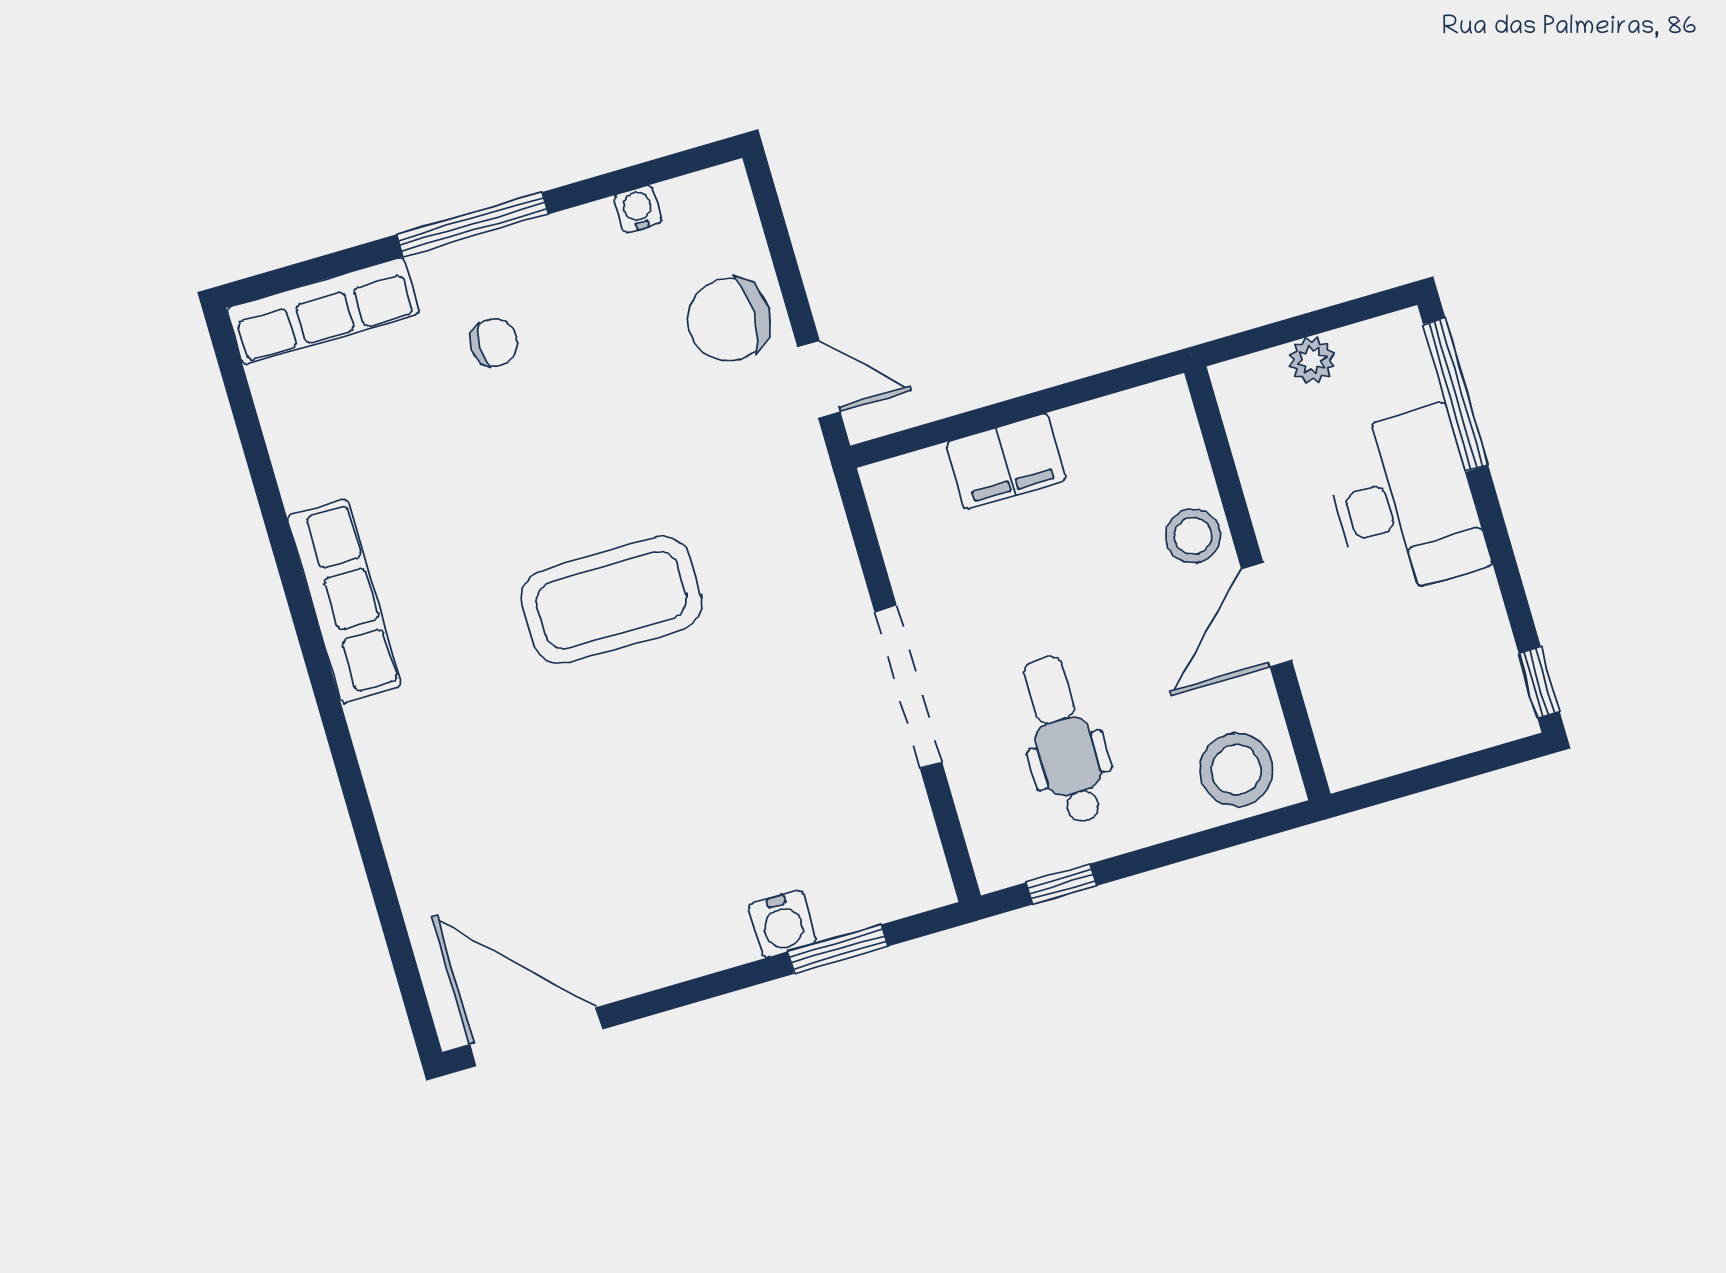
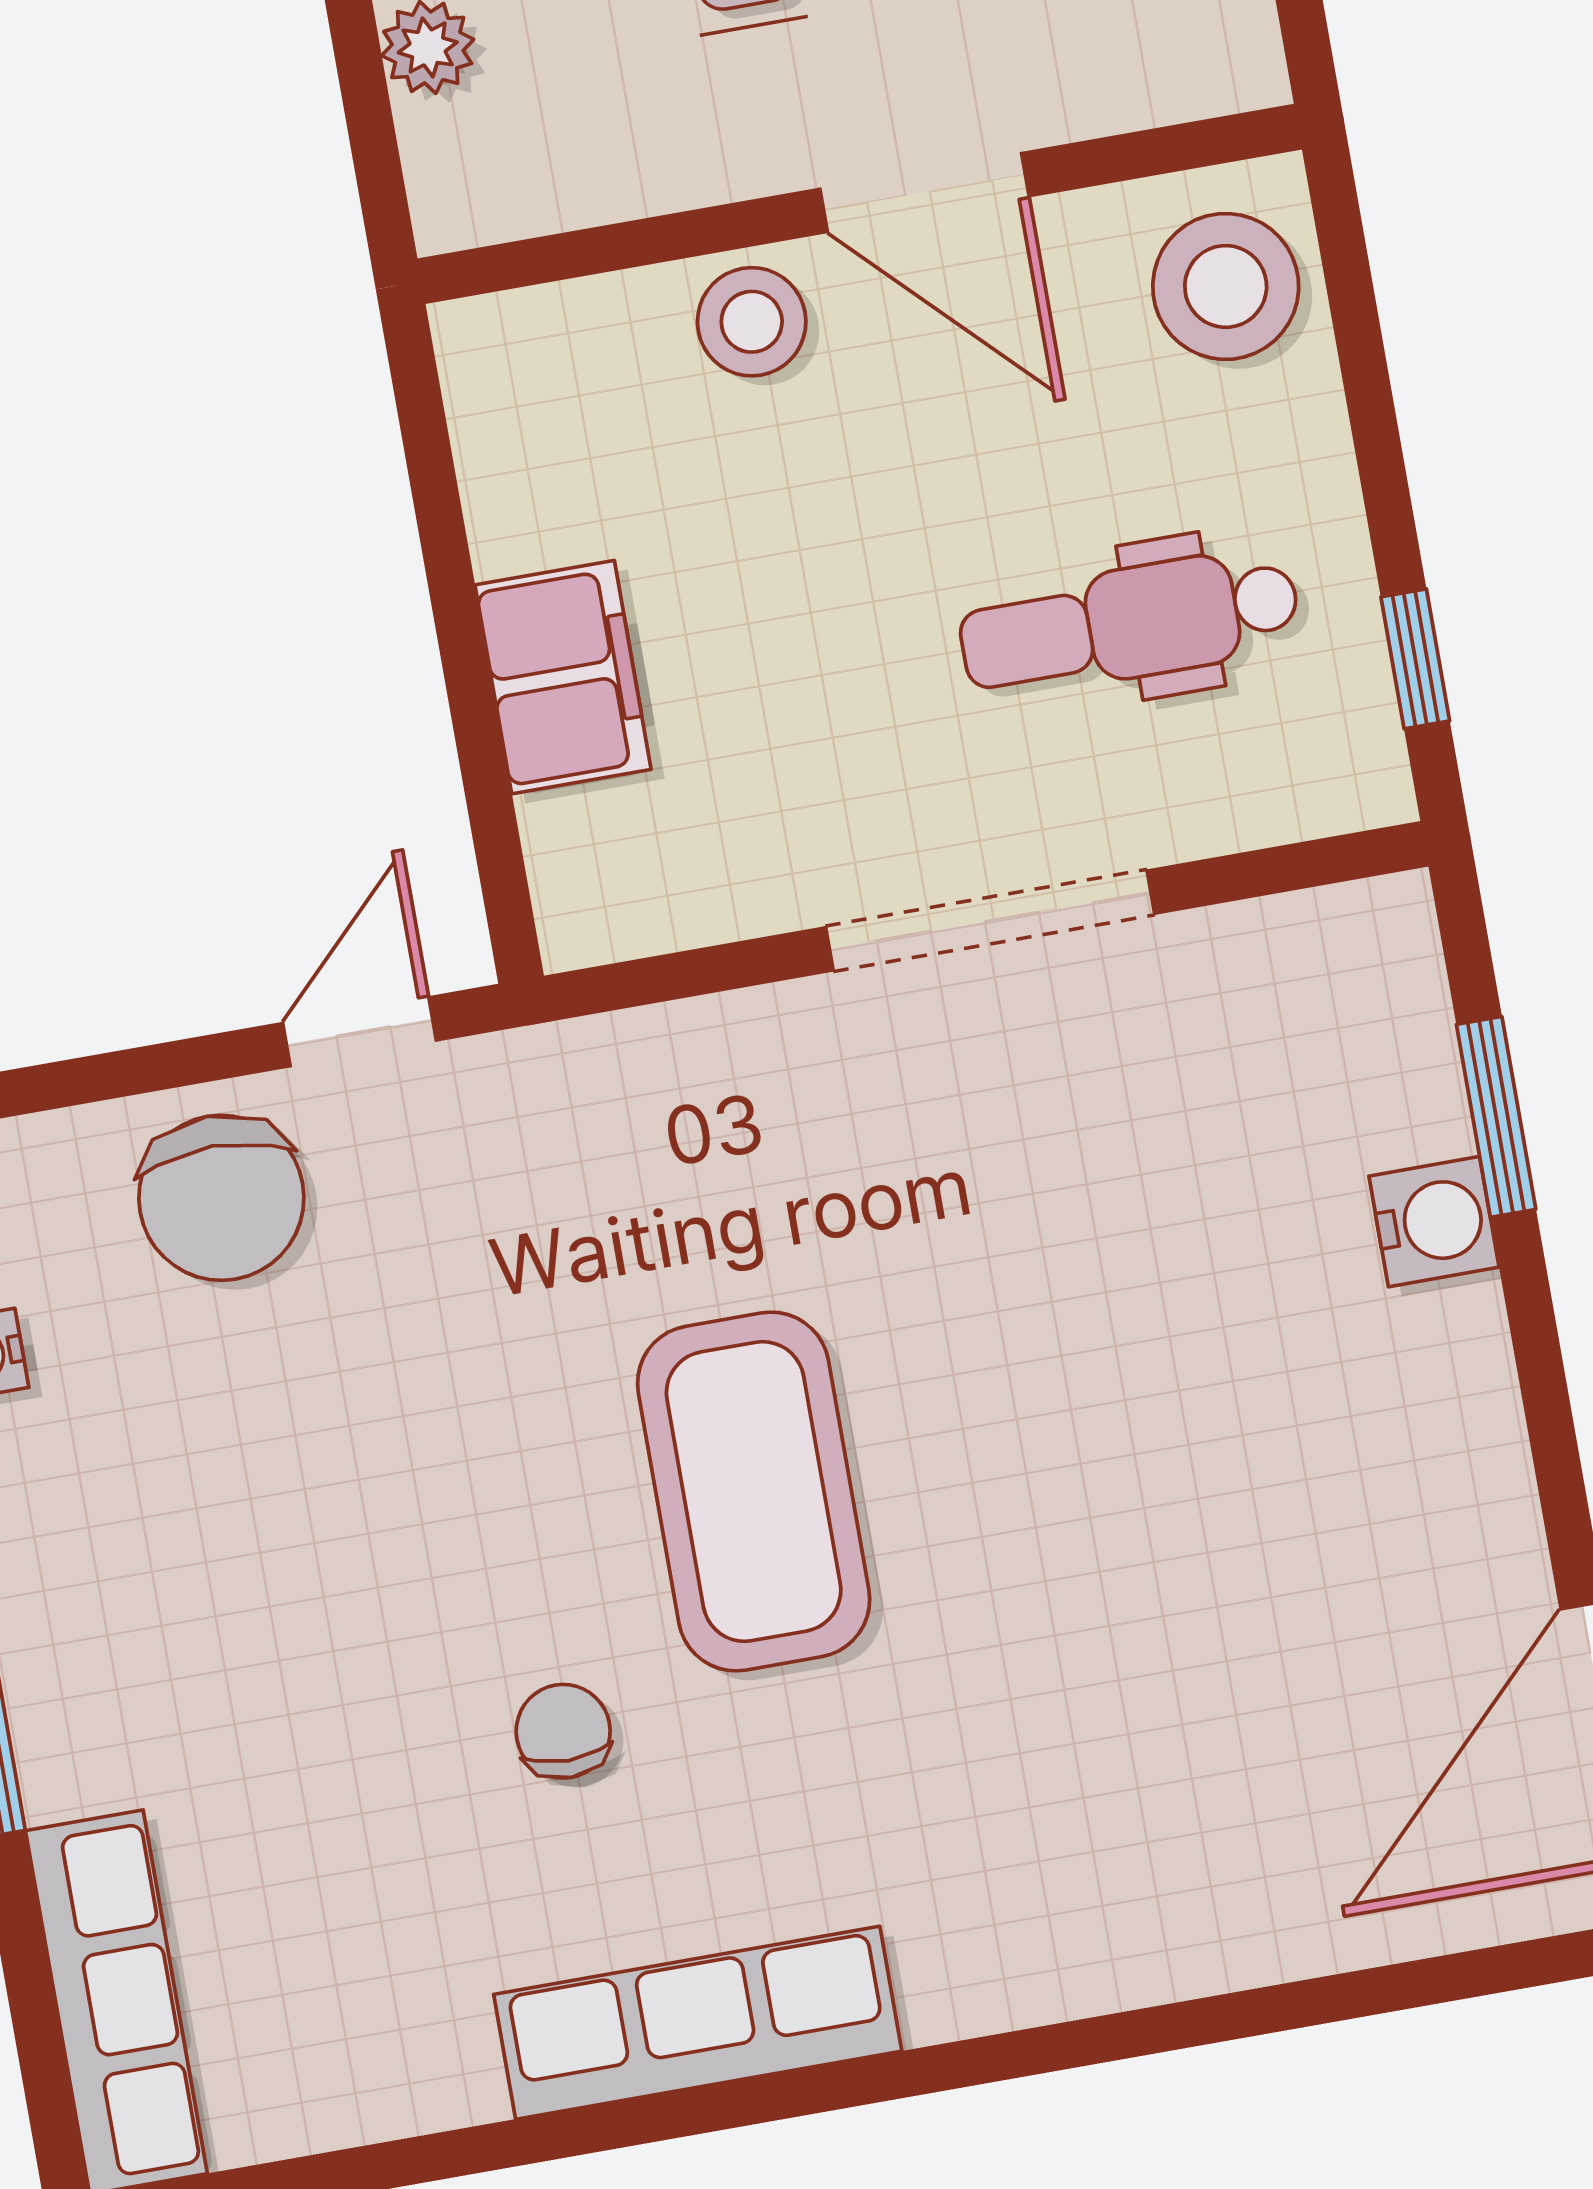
chair: (494, 343) -> (563, 1731), moved

